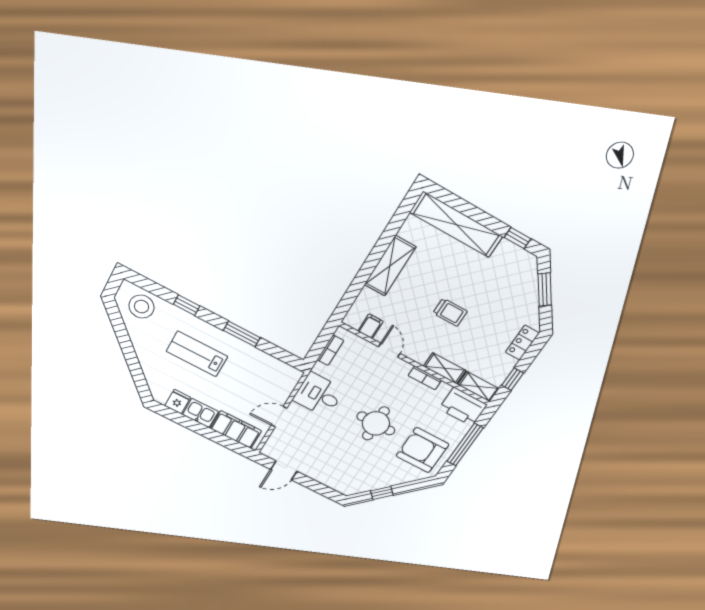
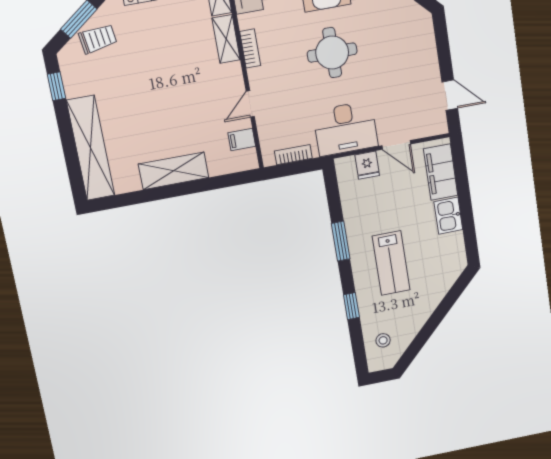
stool: (142, 307) -> (383, 340), width x0.53, depth x0.53
trolley: (450, 312) -> (98, 39), moved, turned 82
desk: (319, 395) -> (345, 128), width x1.37
fridge: (178, 402) -> (367, 165), moved, turned -90

